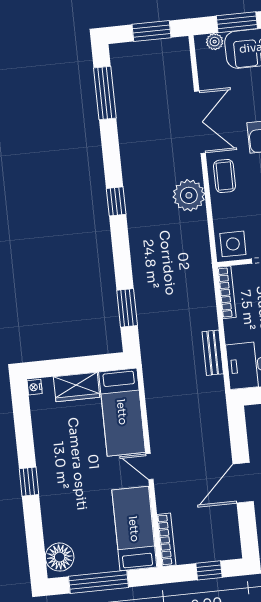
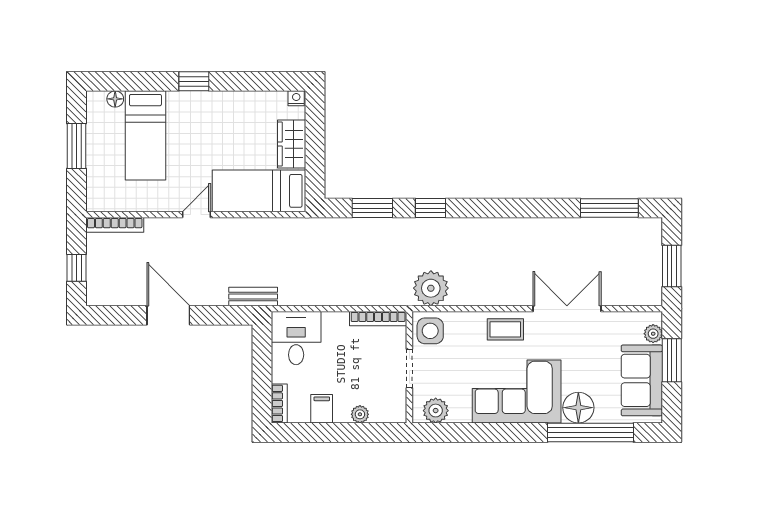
double door: (200, 122) -> (567, 309), swing flipped
plant: (189, 195) -> (431, 288), moved
window: (116, 201) -> (430, 208), moved
bench: (213, 353) -> (253, 296), moved
bed: (134, 529) -> (145, 135), moved, turned 90
floor lamp: (60, 557) -> (115, 99), width x0.53, depth x0.53
window: (98, 582) -> (76, 146), width x0.69

